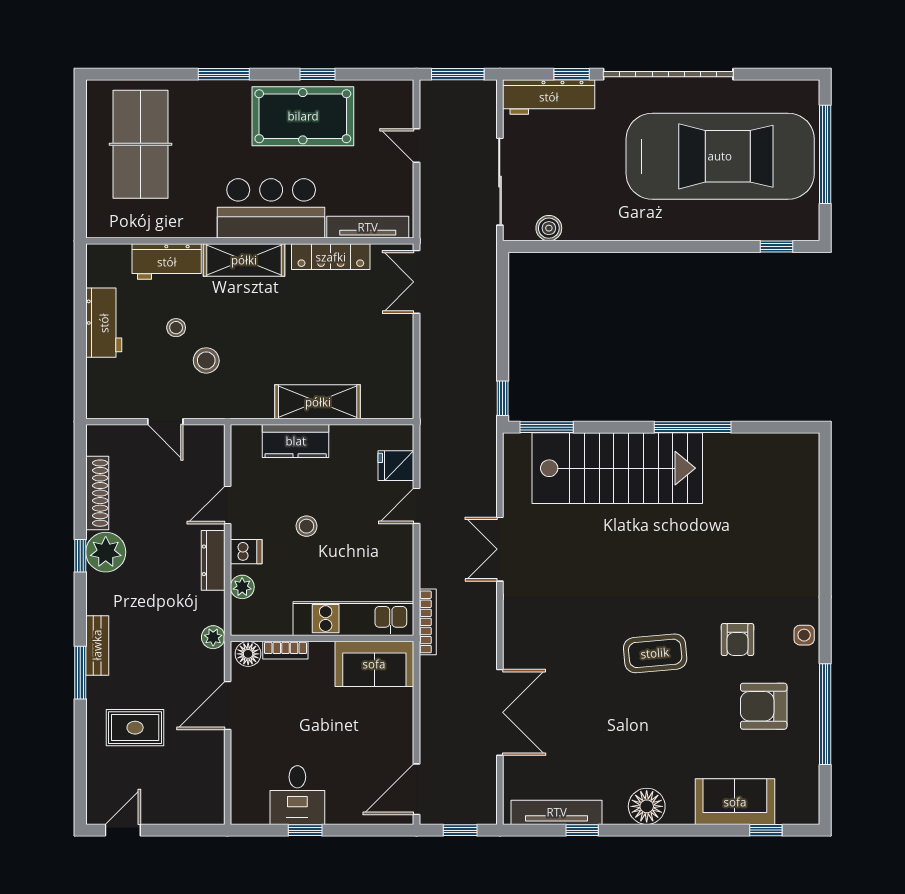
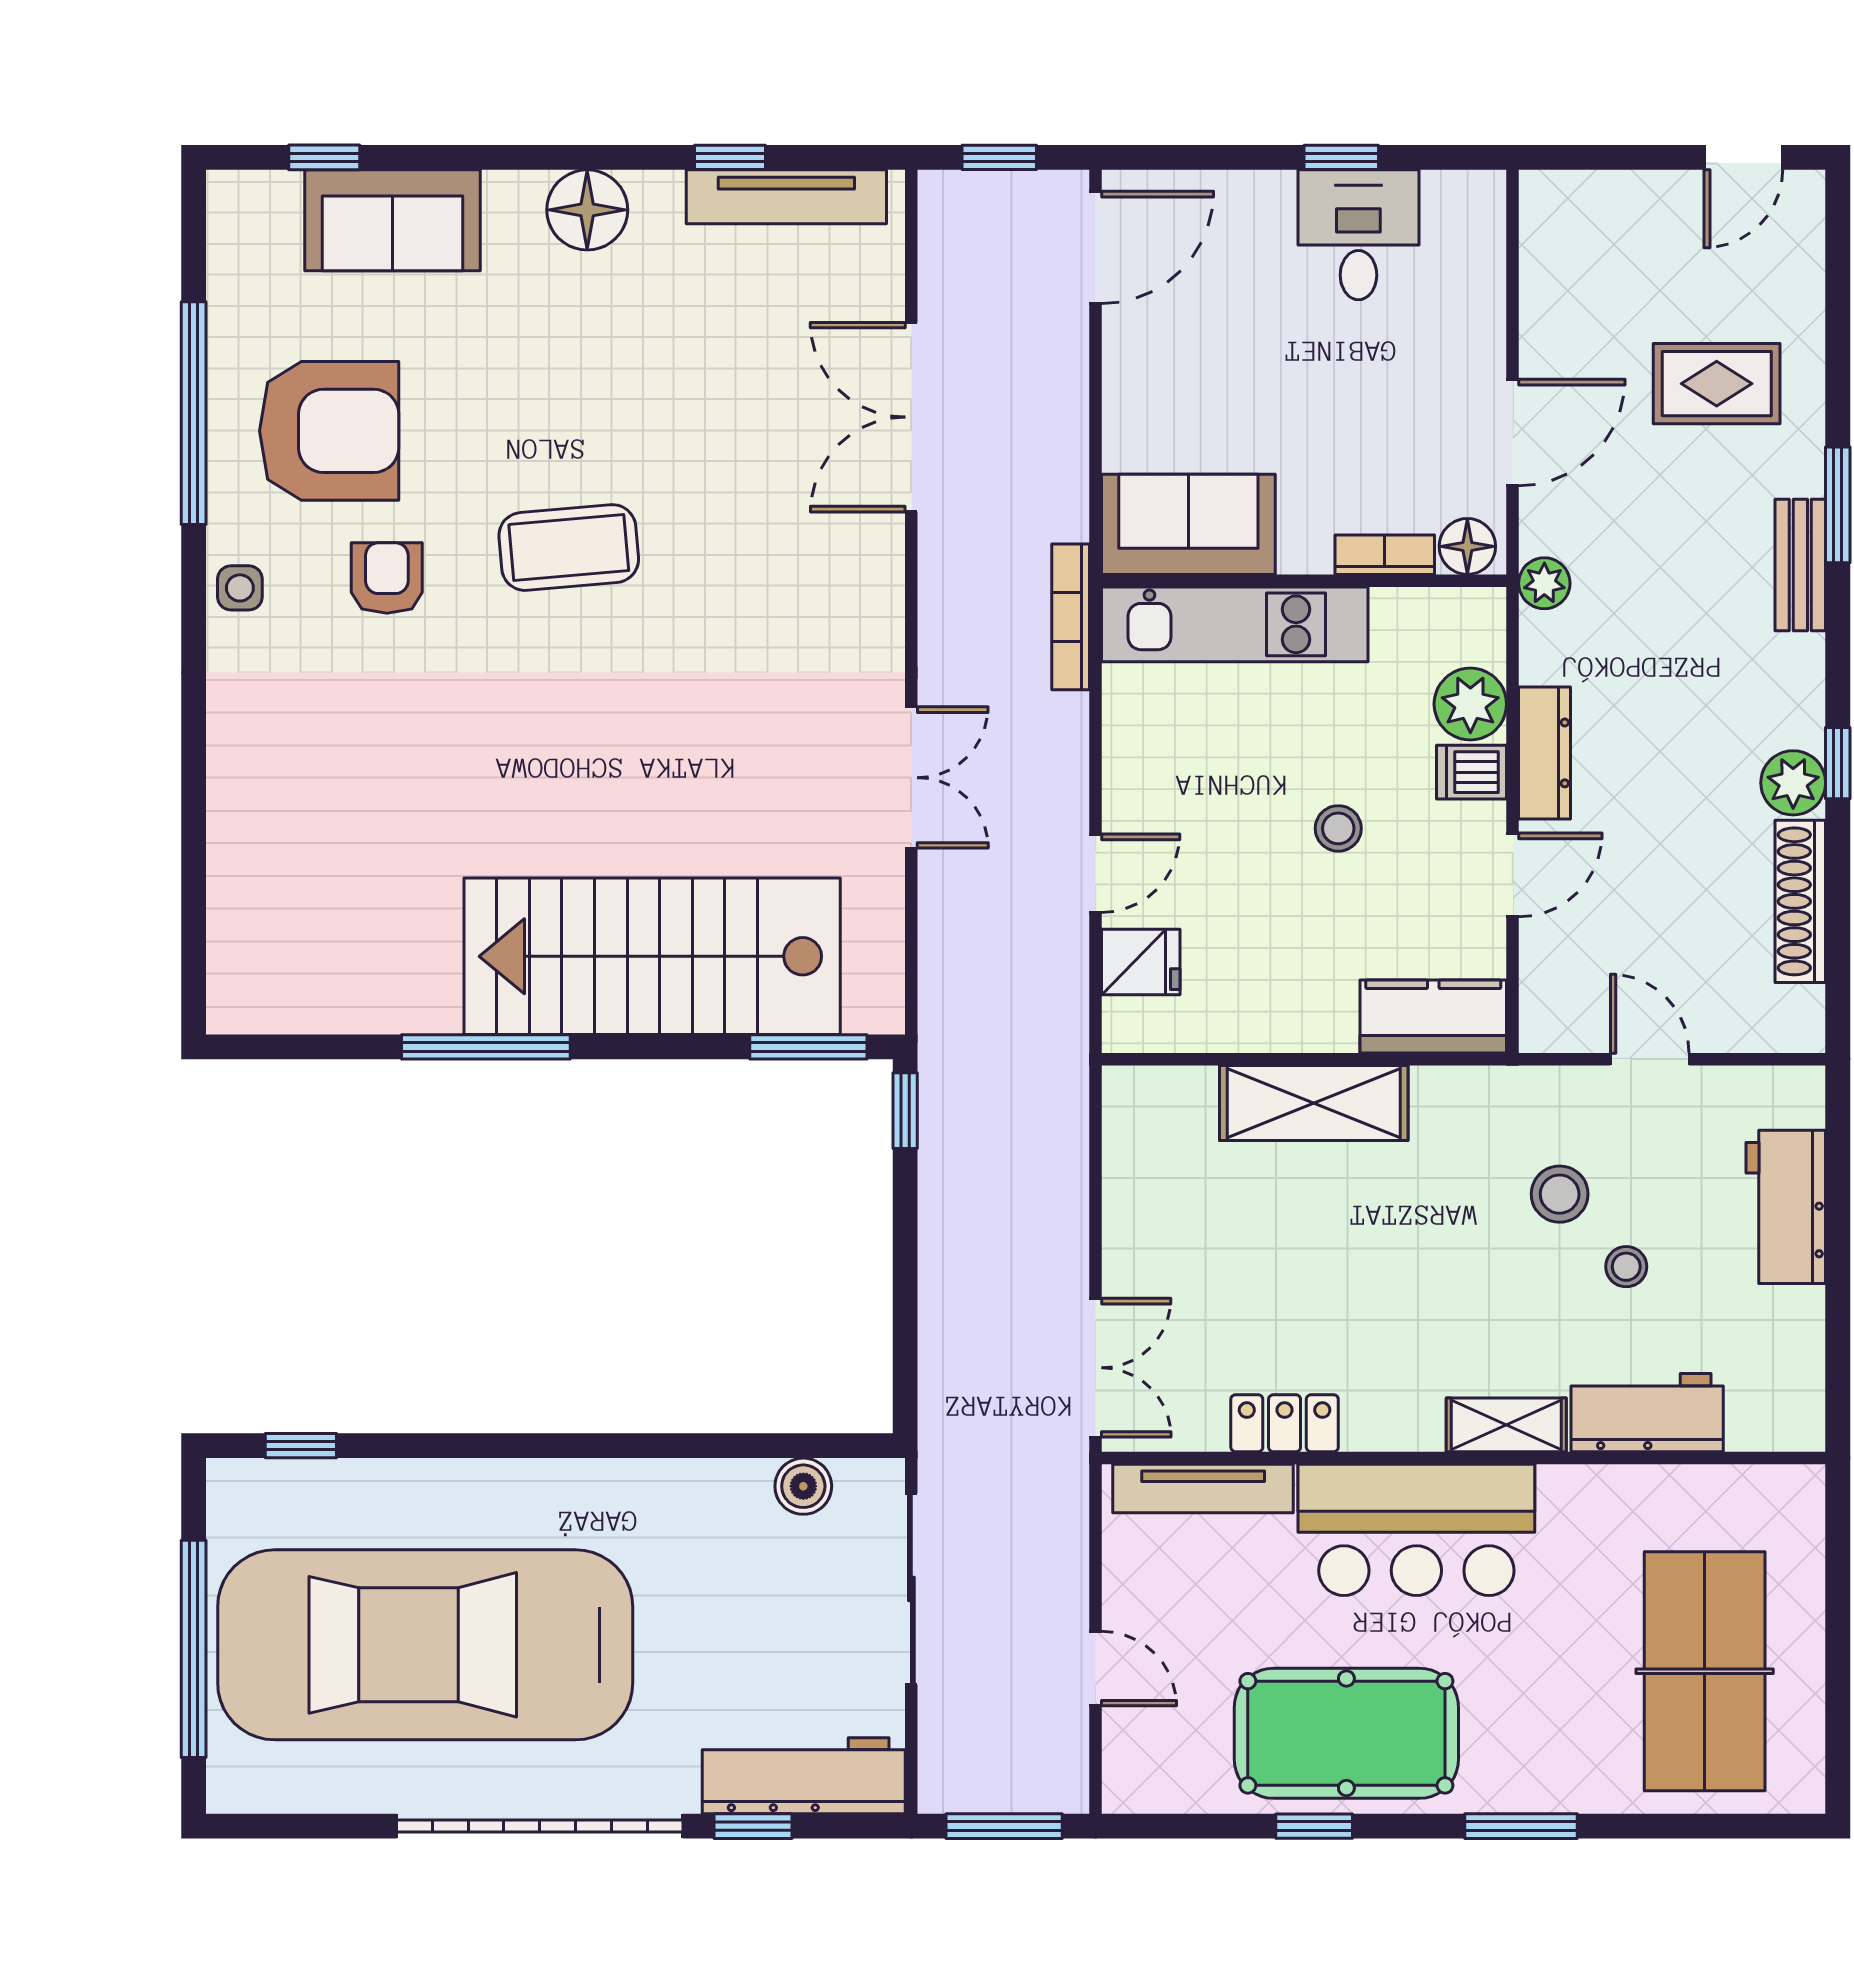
locker: (331, 257) -> (1285, 1423), width x0.66
shelving: (244, 260) -> (1506, 1425), width x0.67, depth x0.75
workbench: (104, 323) -> (1786, 1207), moved
kitchen counter: (296, 441) -> (1433, 1016), moved
plant: (106, 552) -> (1793, 783), width x0.73, depth x0.73
plant: (242, 587) -> (1470, 704), width x1.38, depth x1.38
armchair: (764, 706) -> (329, 431), width x1.36, depth x1.36

